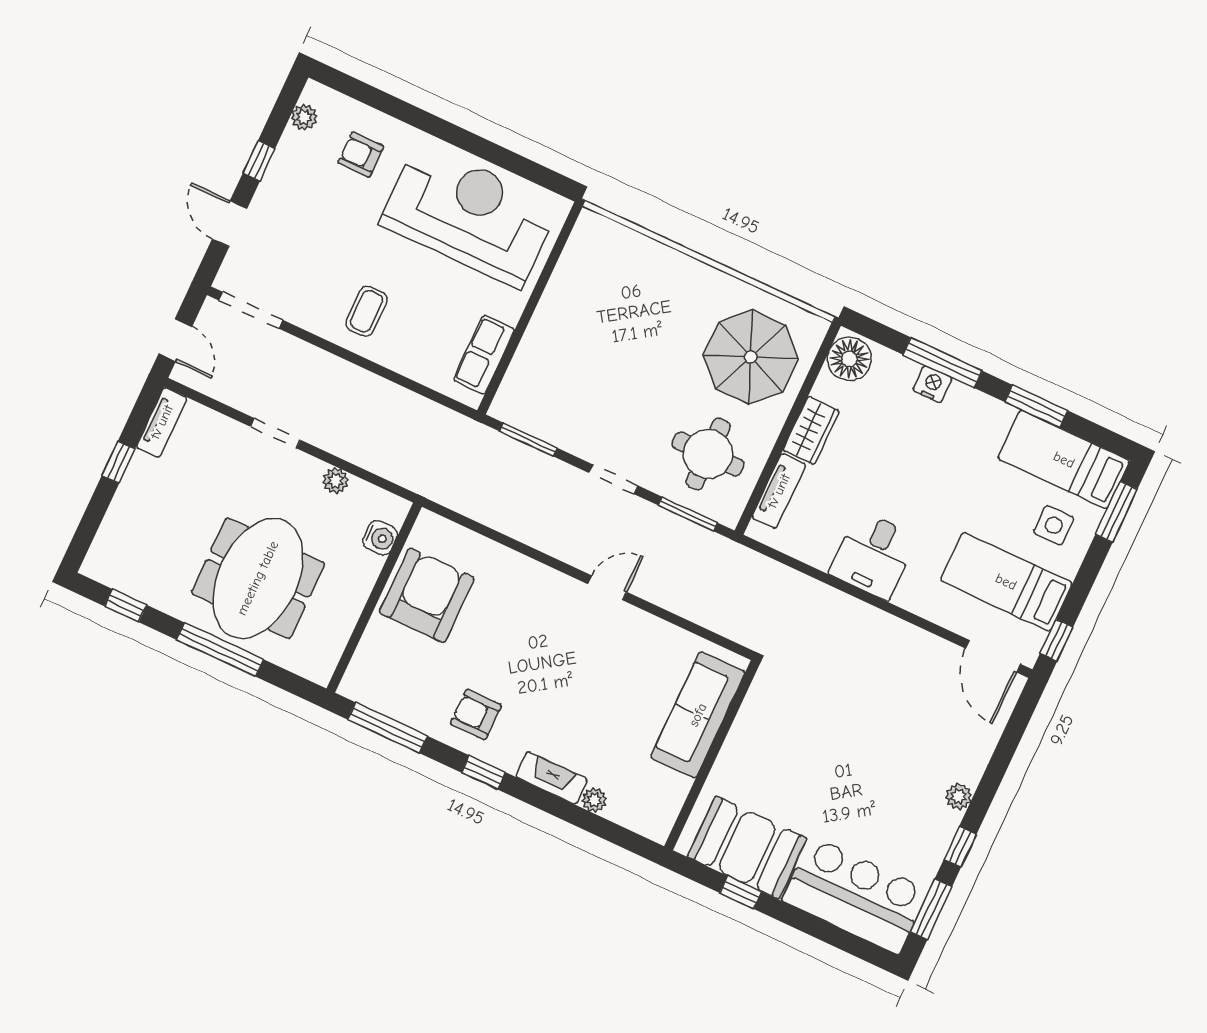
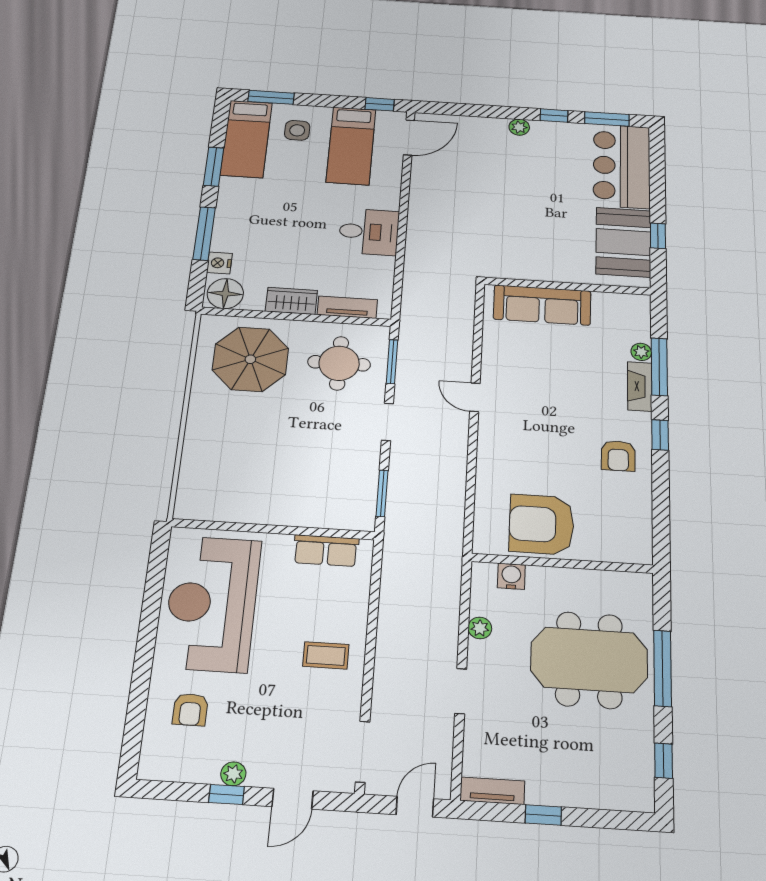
plant: (304, 117) -> (233, 774), moved
nightstand: (932, 384) -> (219, 263), moved
window: (388, 728) -> (659, 367), moved

